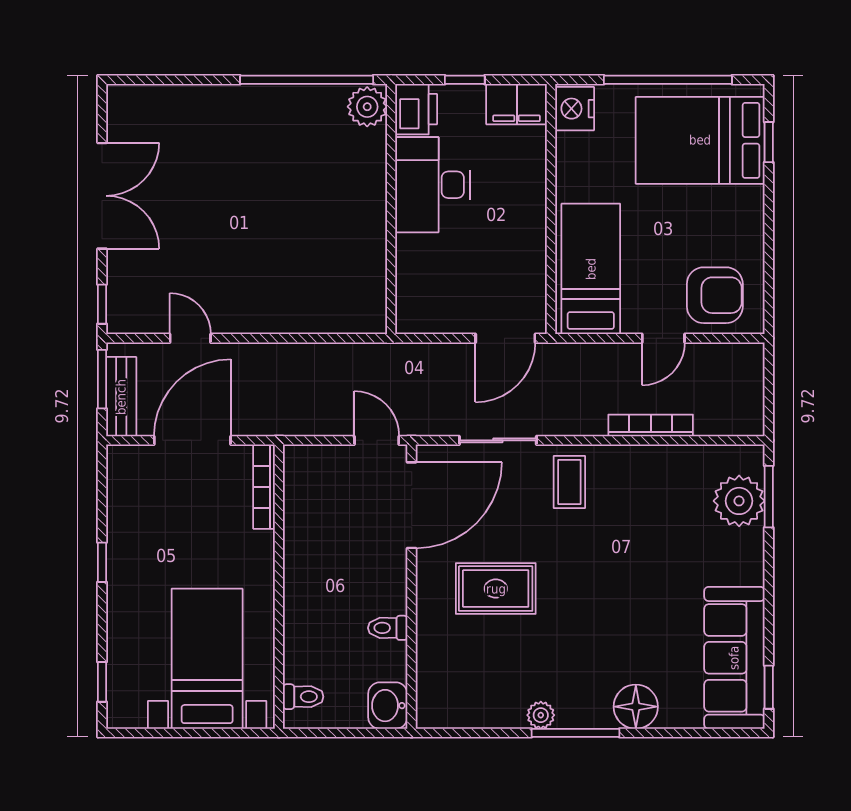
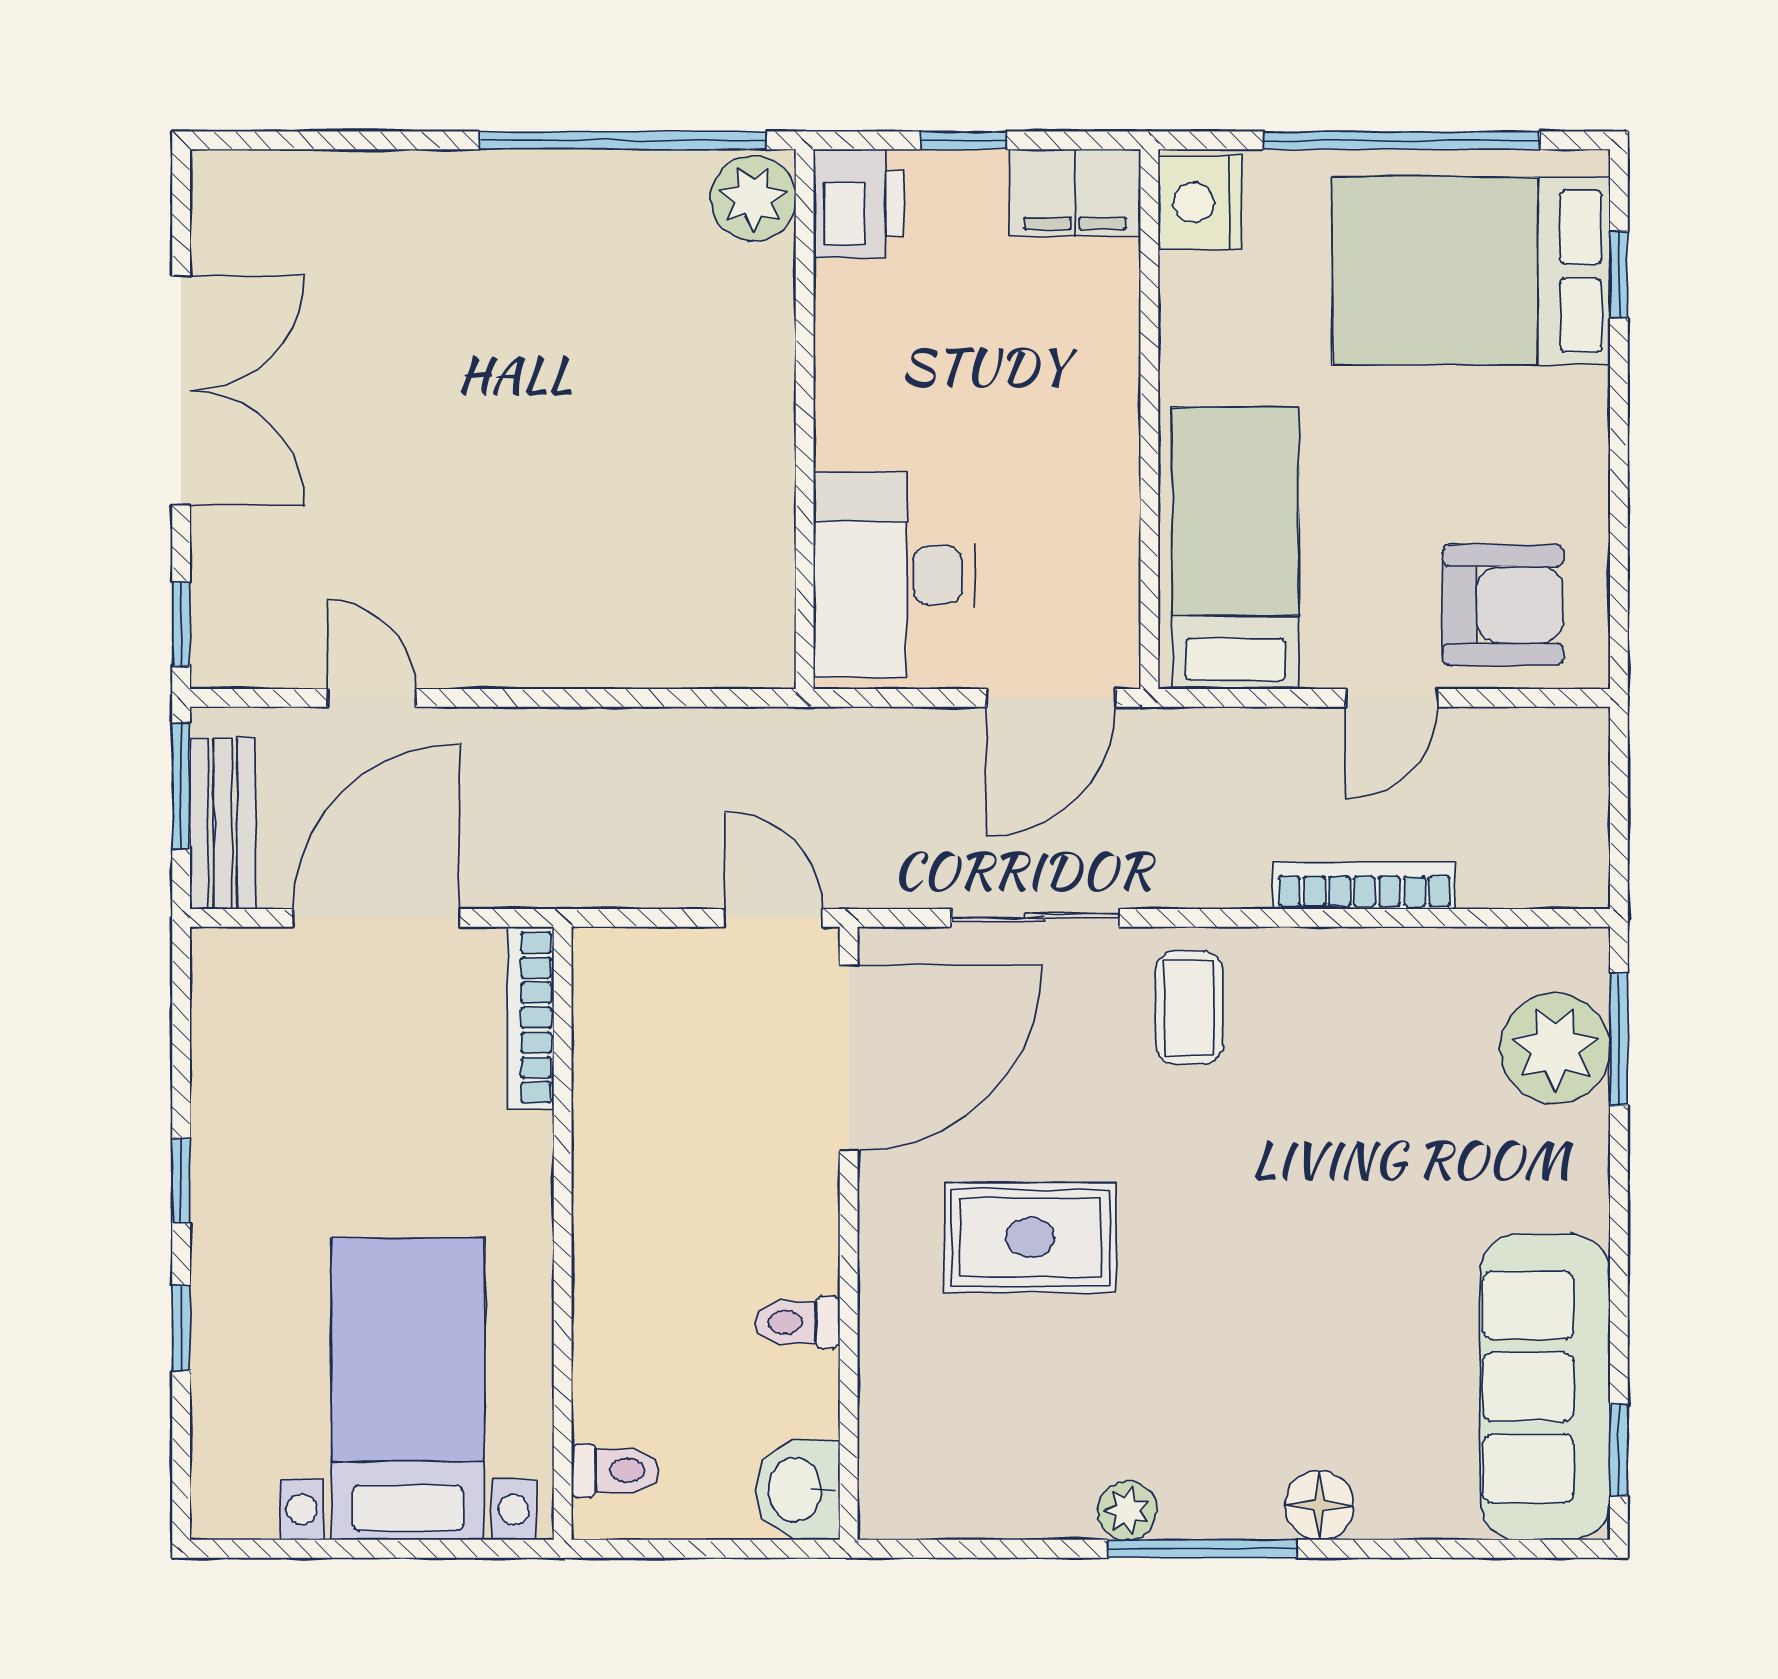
desk: (433, 185) -> (894, 575), moved
window: (102, 682) -> (181, 1329), moved
floor lamp: (636, 707) -> (1319, 1505), width x0.73, depth x0.73

